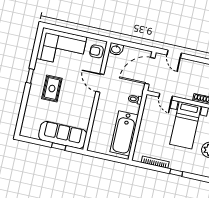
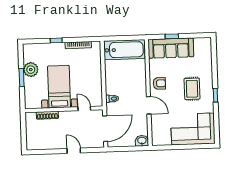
armchair: (96, 51) -> (159, 83), moved
door: (174, 54) -> (74, 151), moved
bathtub: (124, 133) -> (124, 50), moved, turned 90

